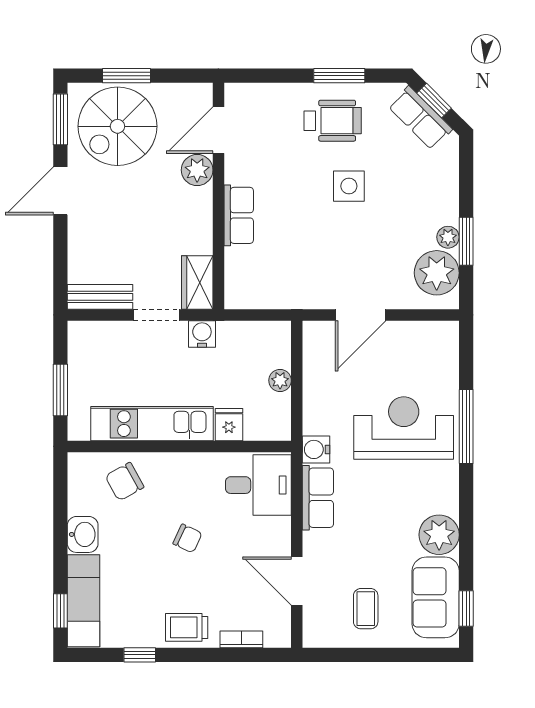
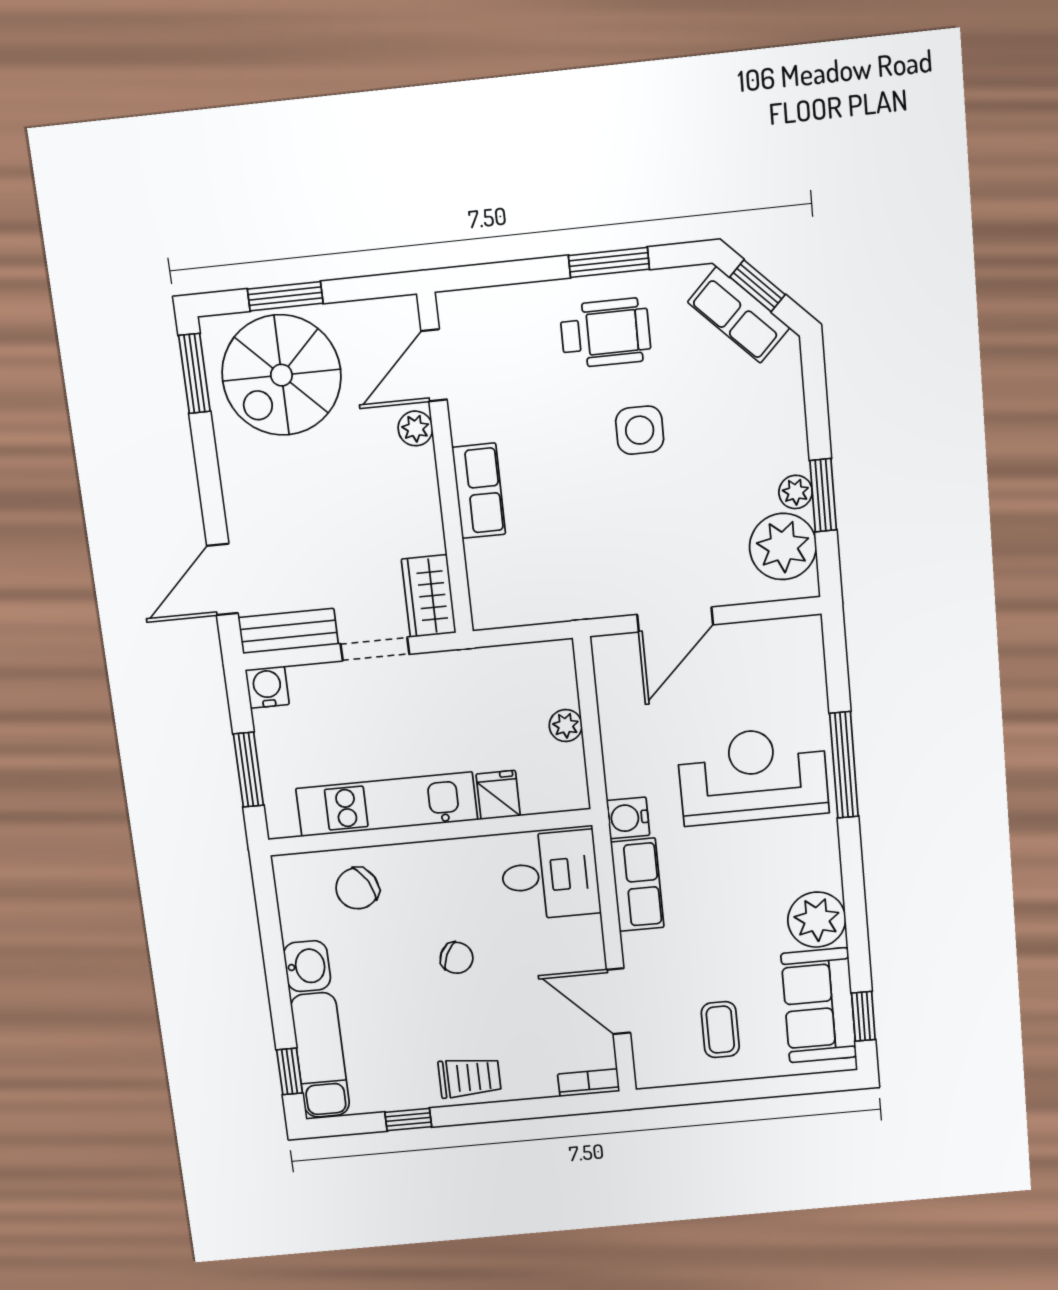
plant: (197, 170) -> (415, 428), width x0.73, depth x0.73
door: (60, 191) -> (223, 580), moved
water cooler: (202, 334) -> (267, 687), moved
trolley: (187, 627) -> (470, 1077), turned 180
bookcase: (241, 639) -> (589, 1083), moved

